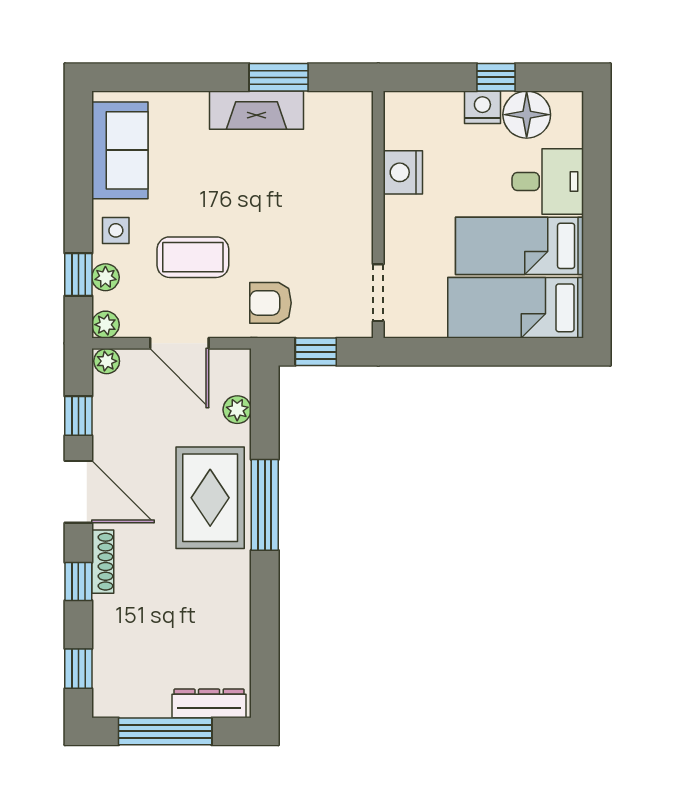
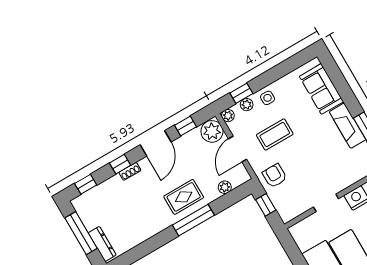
sofa: (120, 150) -> (321, 89), moved, turned 90
coffee table: (193, 257) -> (275, 134), turned 90
doorway: (378, 293) -> (326, 203), moved
plant: (107, 361) -> (212, 131), width x1.87, depth x1.87
rug: (210, 498) -> (184, 197), width x0.73, depth x0.70
shoe rack: (103, 562) -> (130, 171), width x0.70

